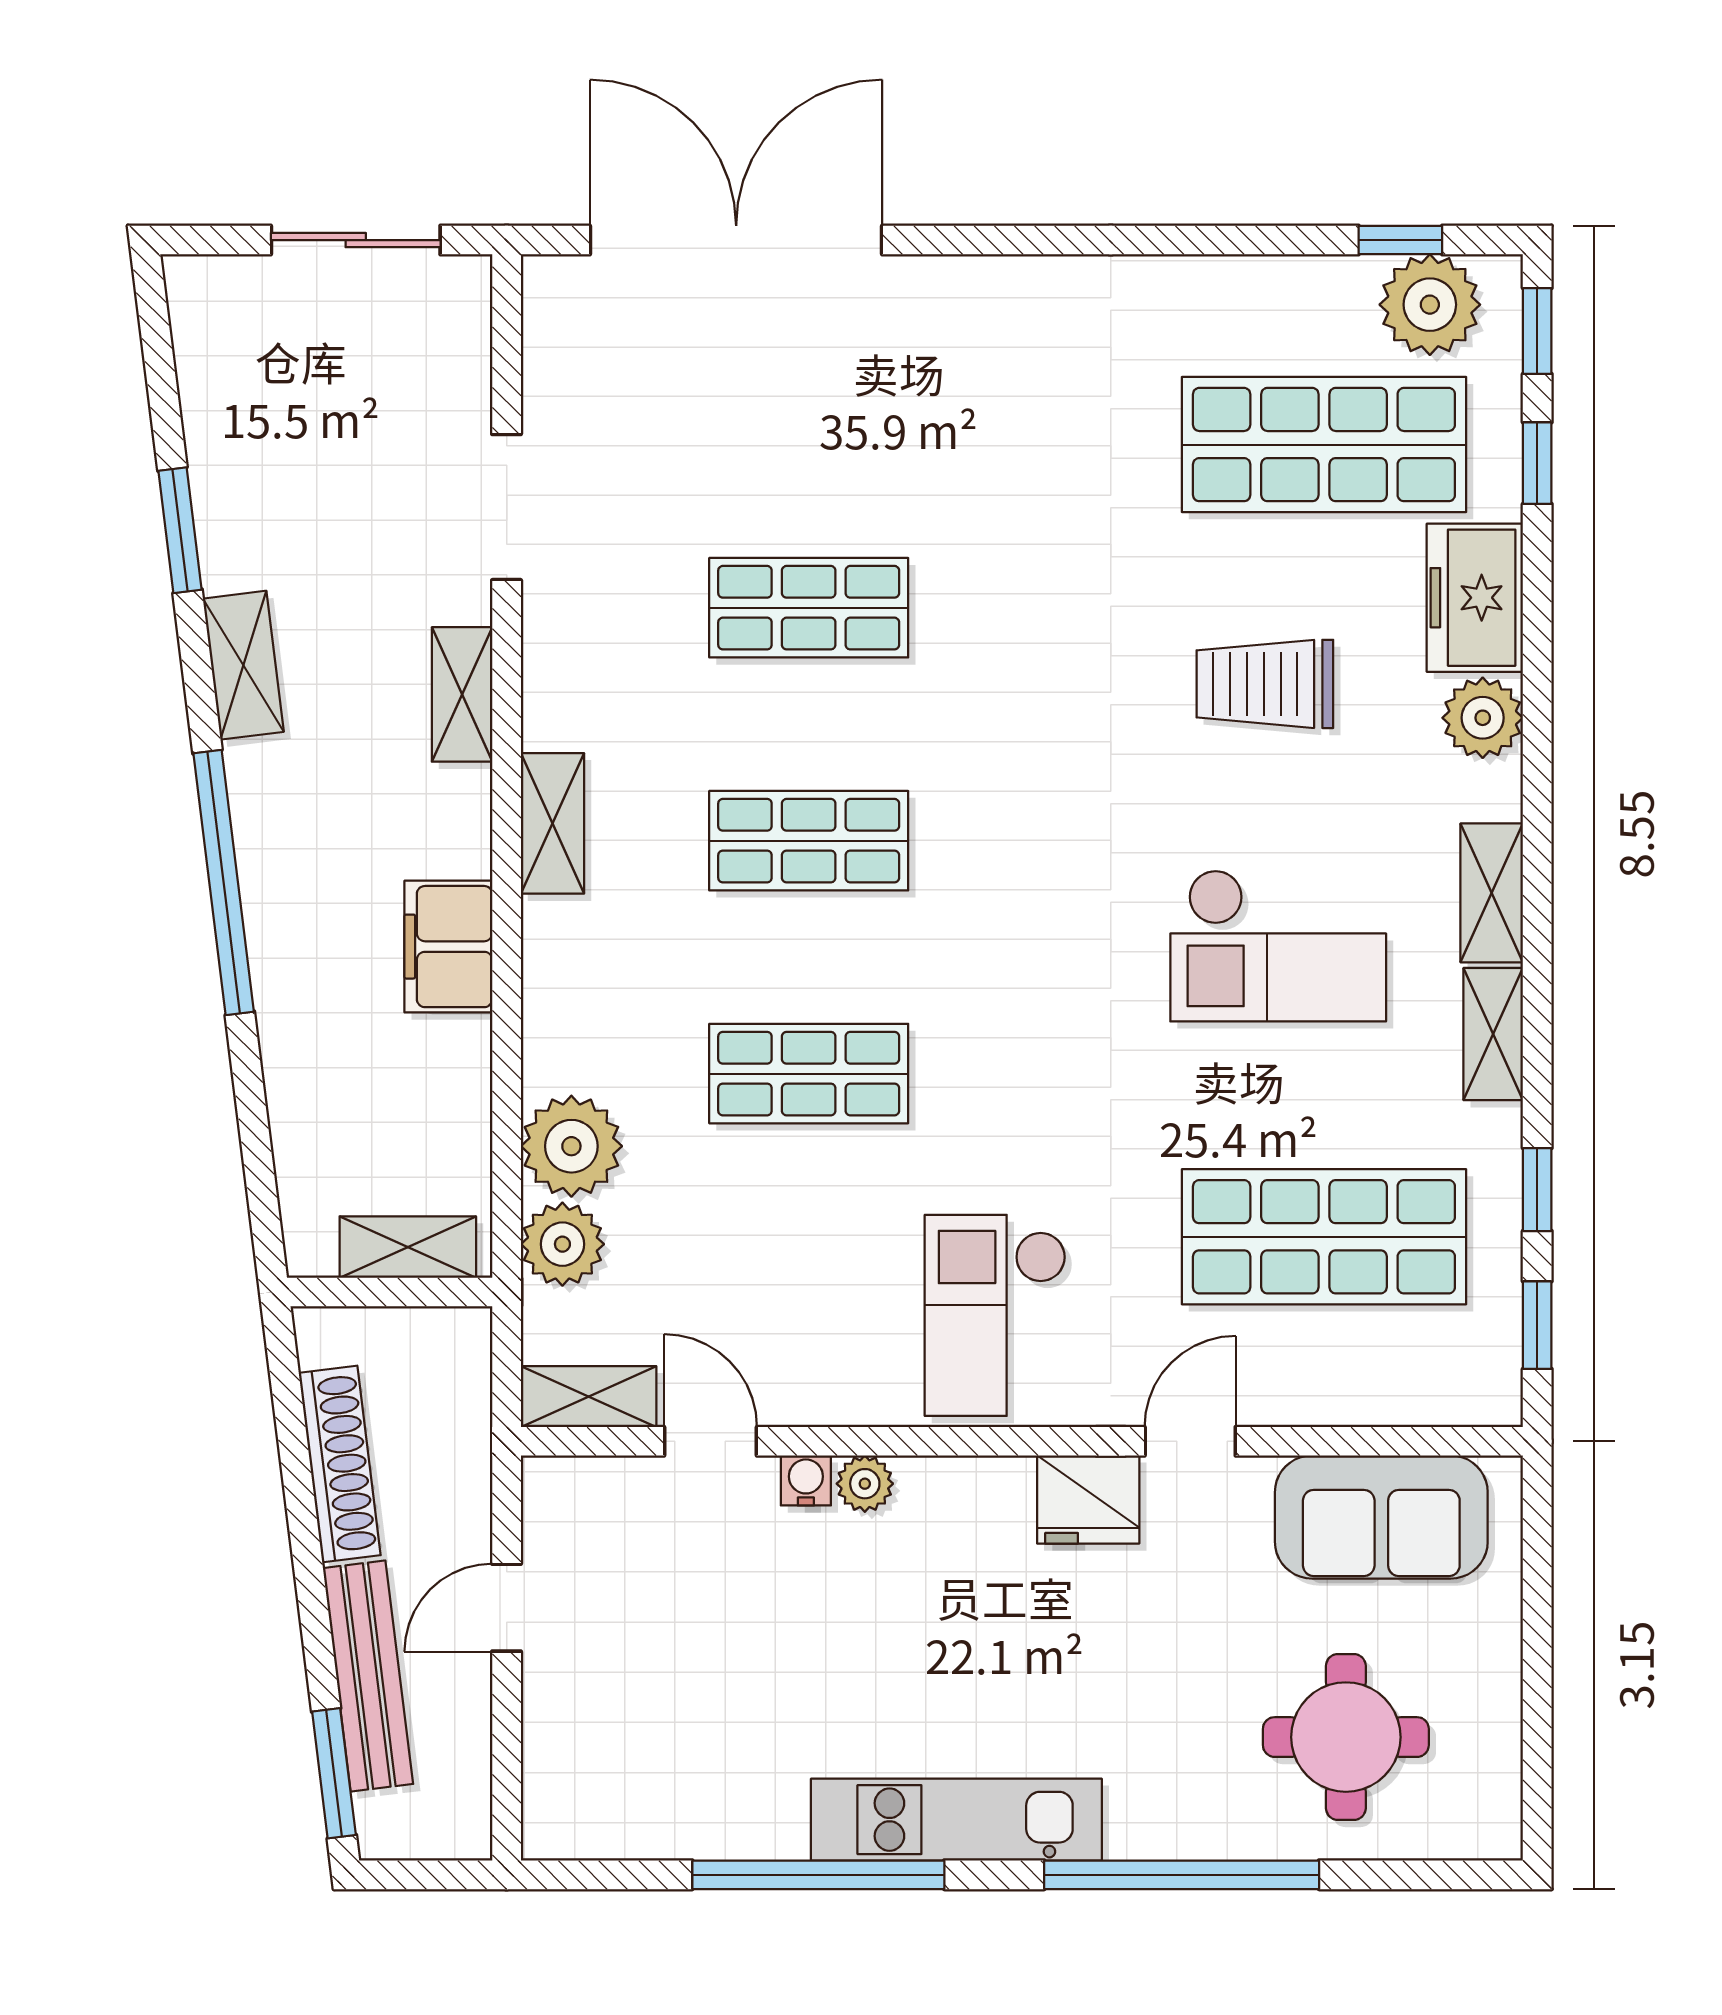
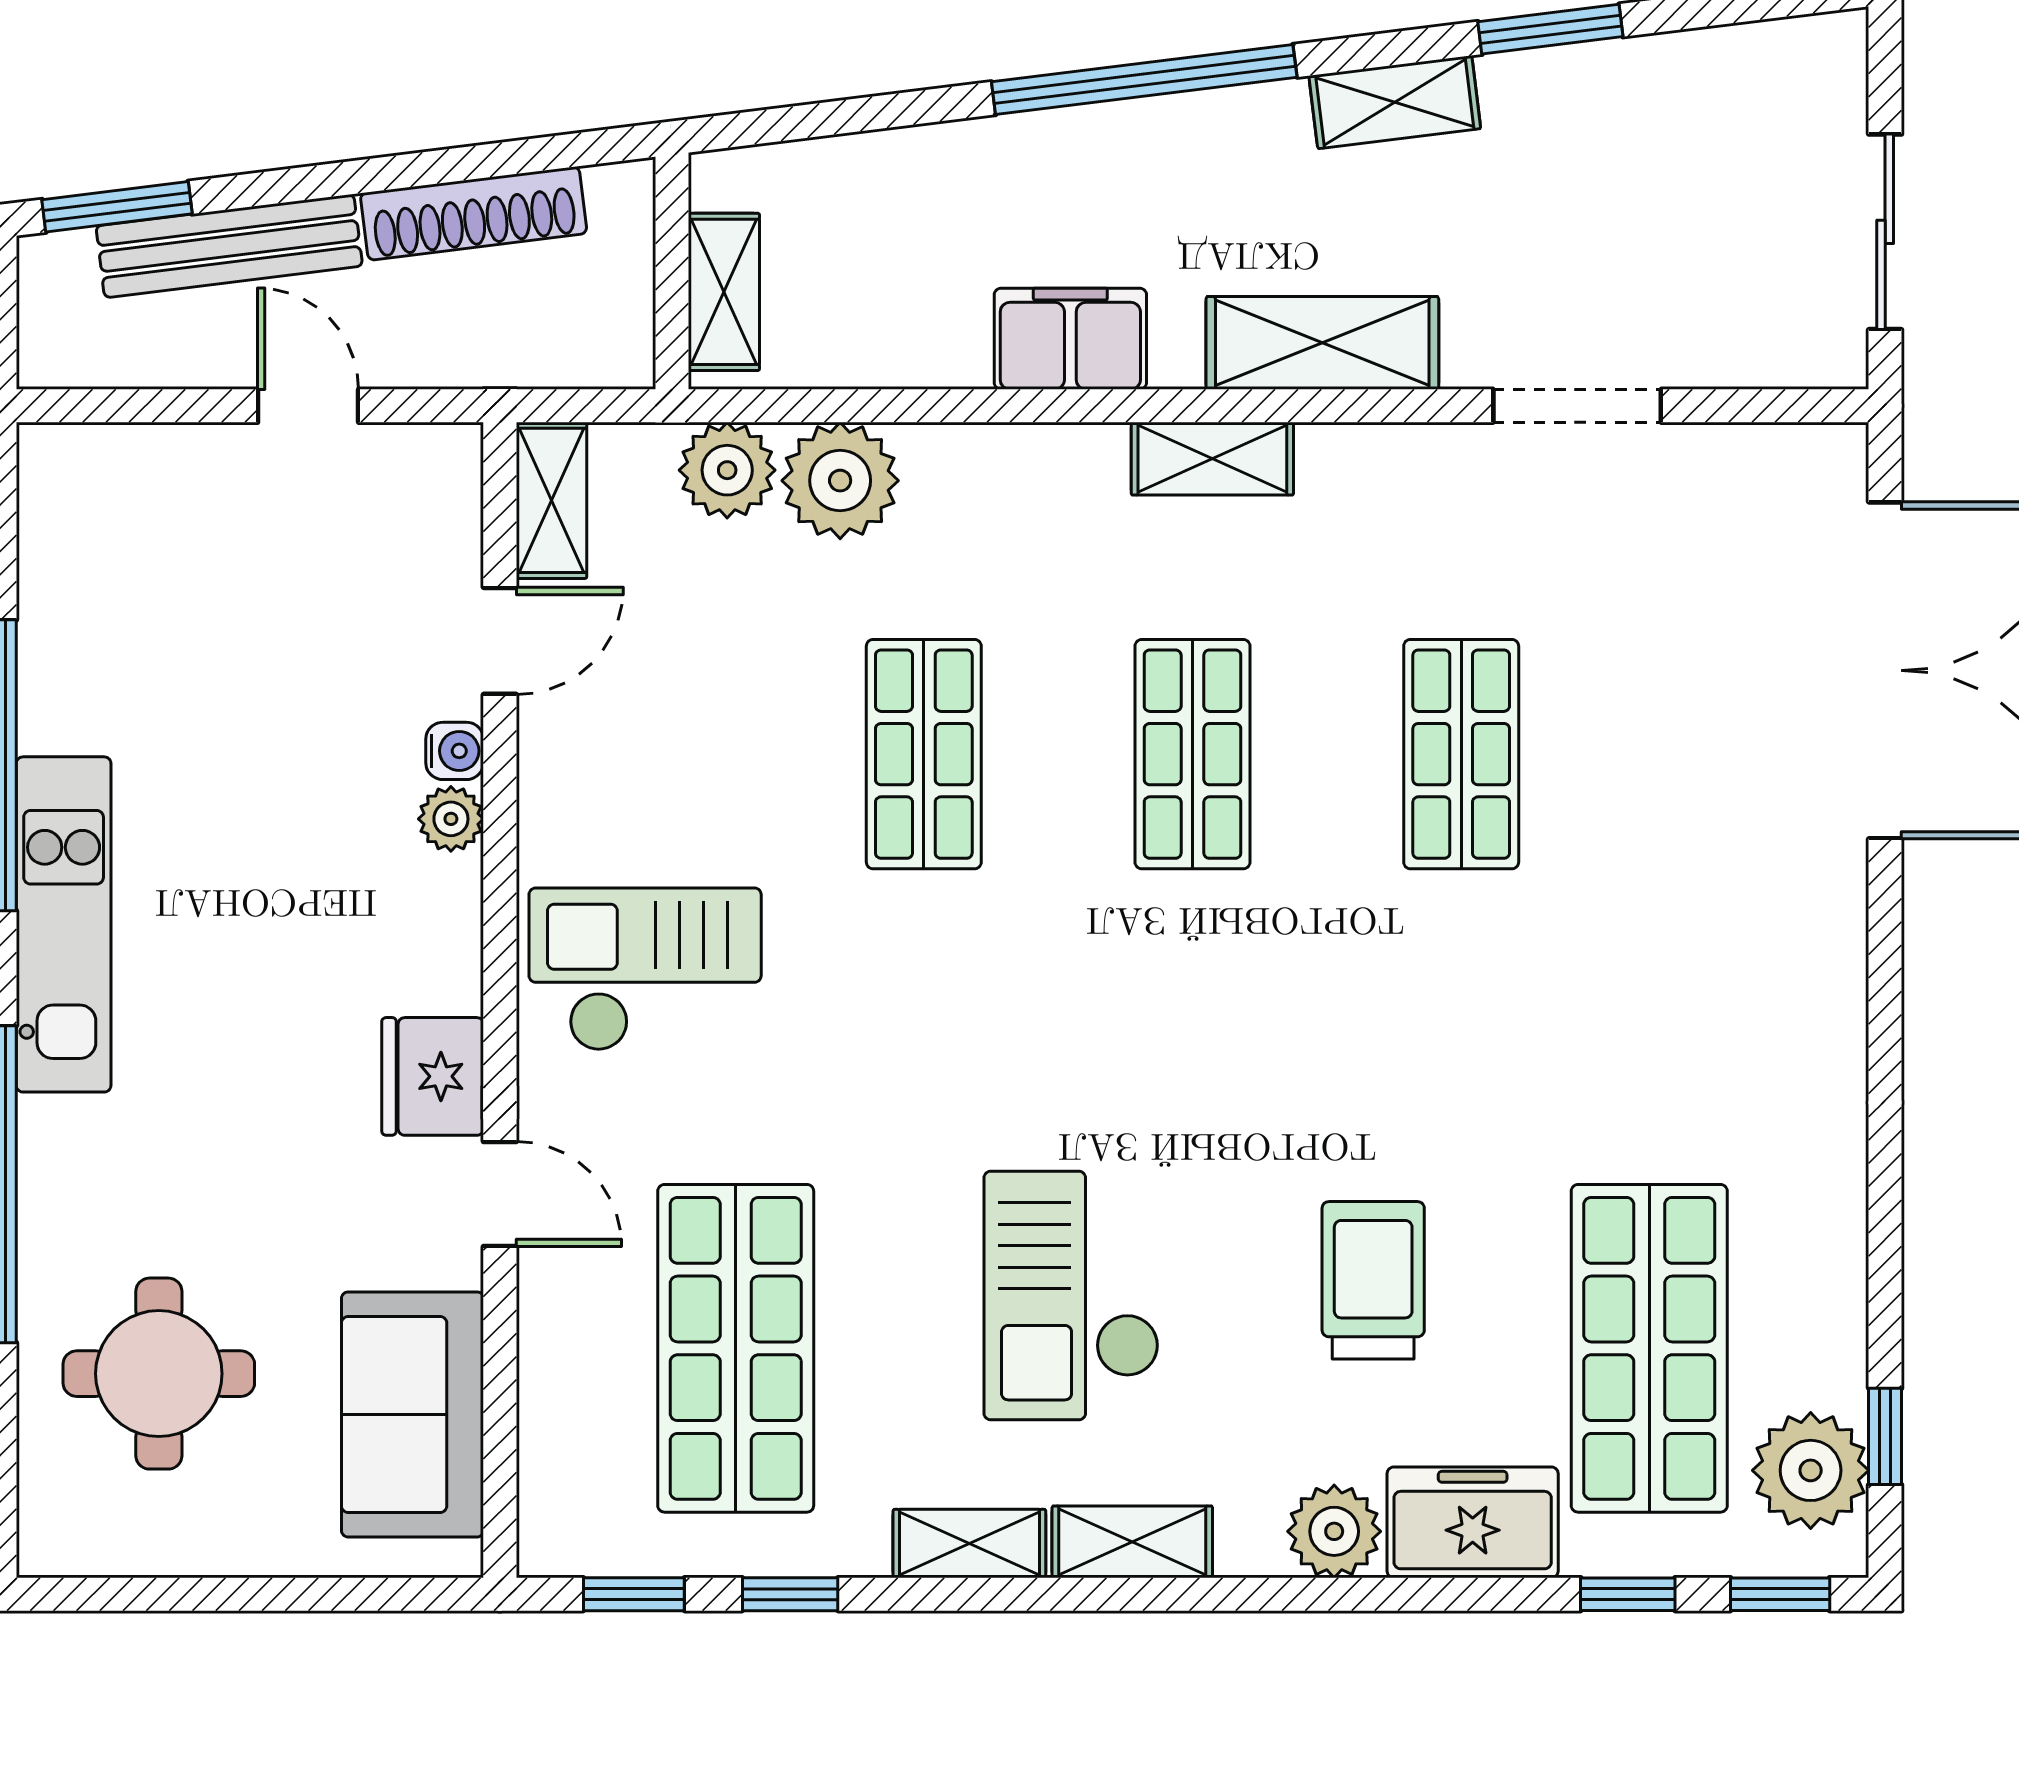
shelving: (462, 694) -> (1322, 343), width x1.50, depth x1.33

